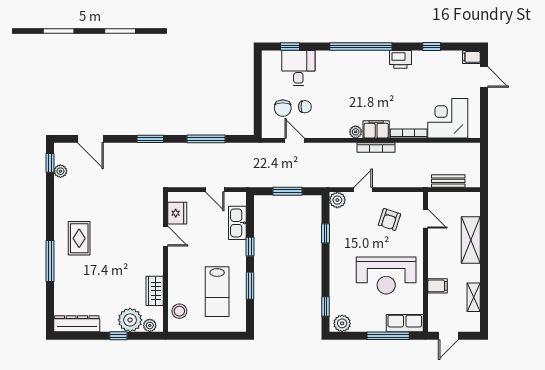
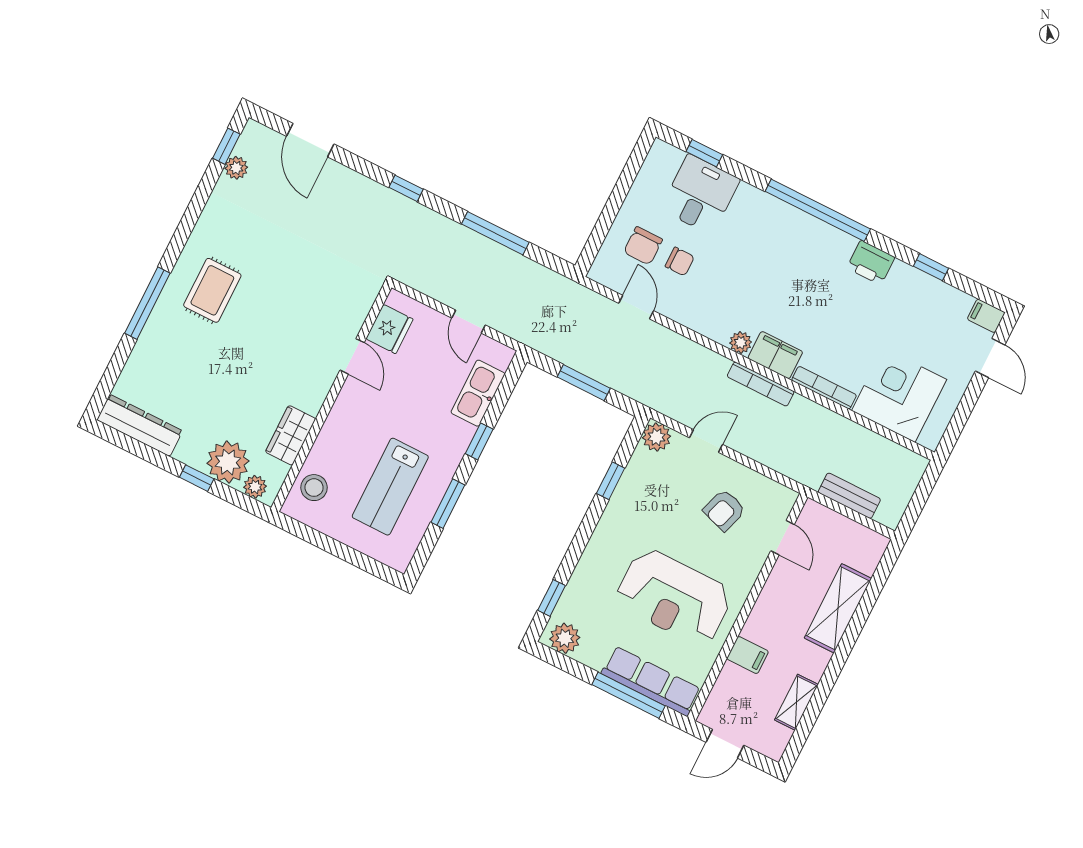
window: (150, 139) -> (406, 188), width x0.67
row of seats: (405, 323) -> (651, 681), width x1.48

